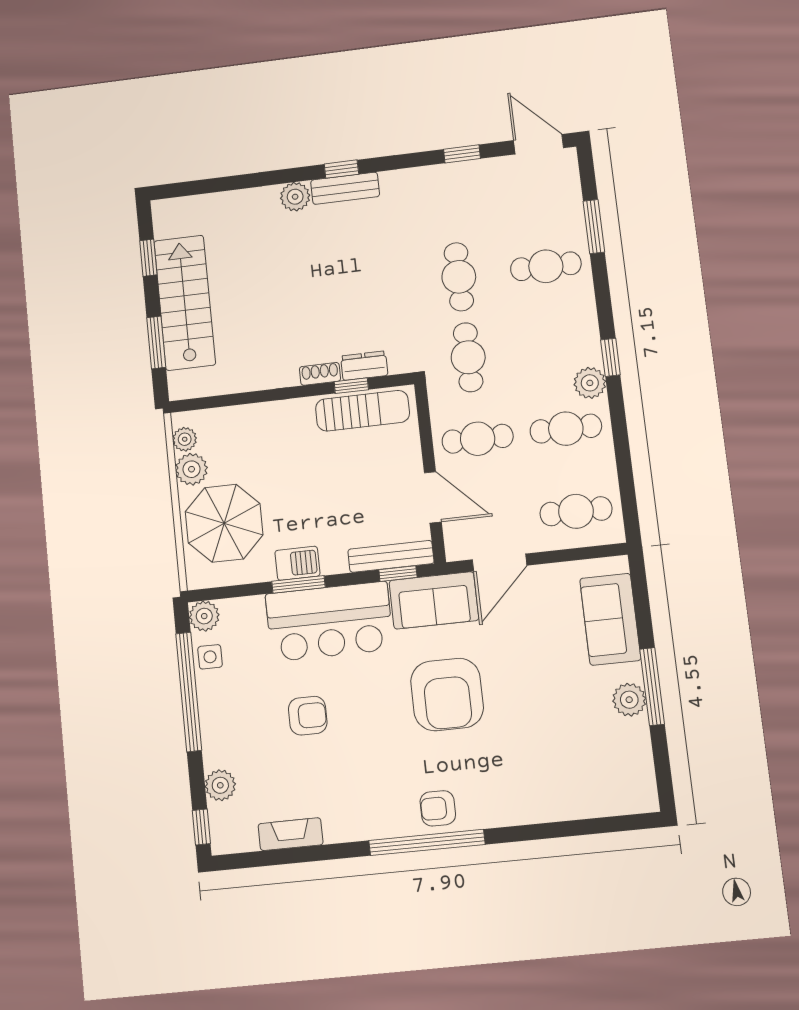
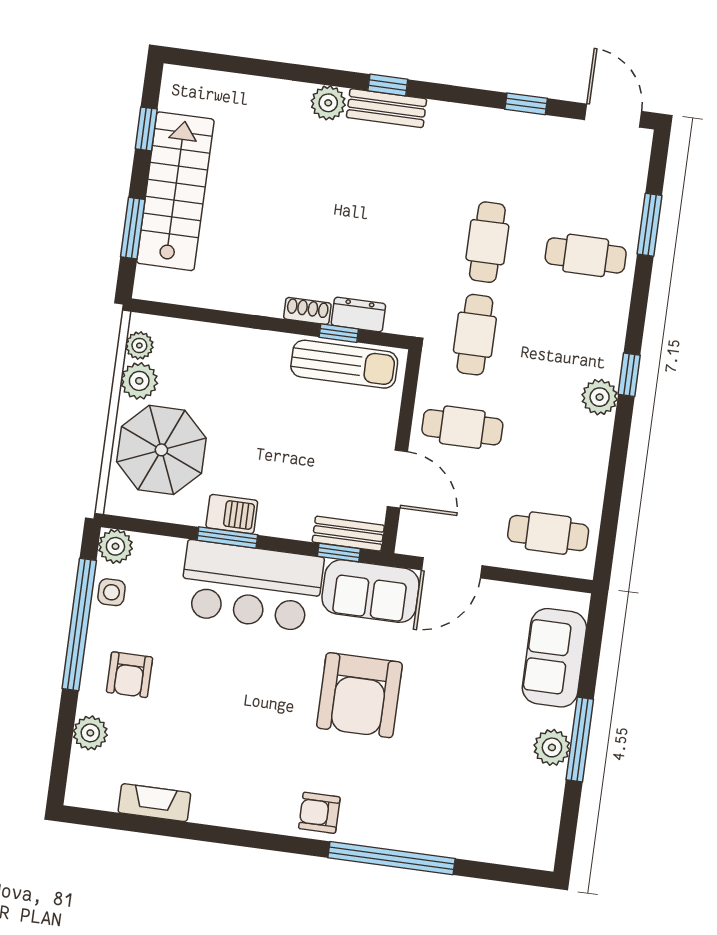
cafe table: (566, 429) -> (561, 441), removed
bench: (391, 556) -> (348, 534), width x0.73
armchair: (308, 716) -> (129, 675), moved, turned 90
window: (201, 827) -> (59, 772), removed
window: (427, 842) -> (391, 858), moved

